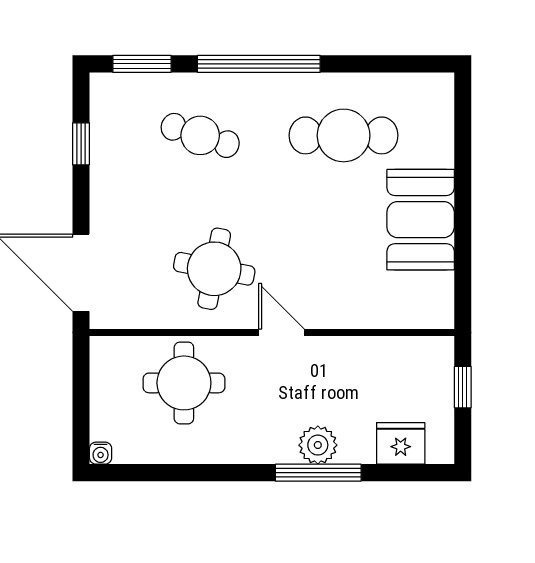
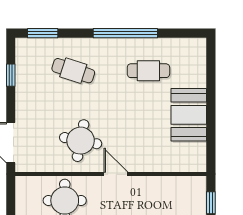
window: (259, 64) -> (125, 33), moved
cafe table: (344, 135) -> (148, 71), width x0.73, depth x0.74

